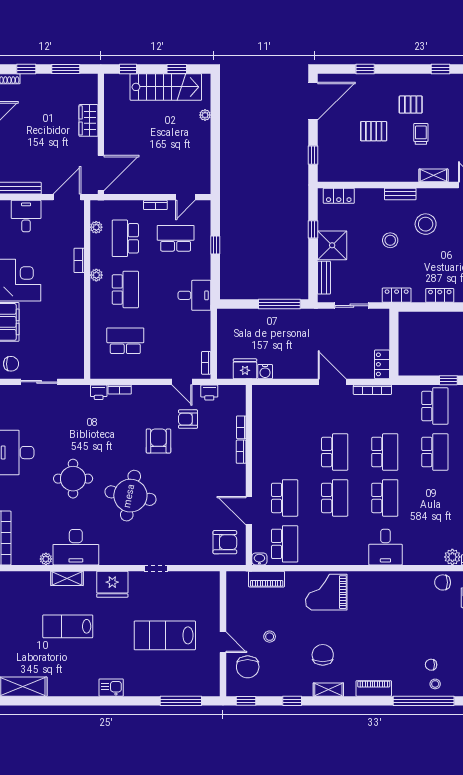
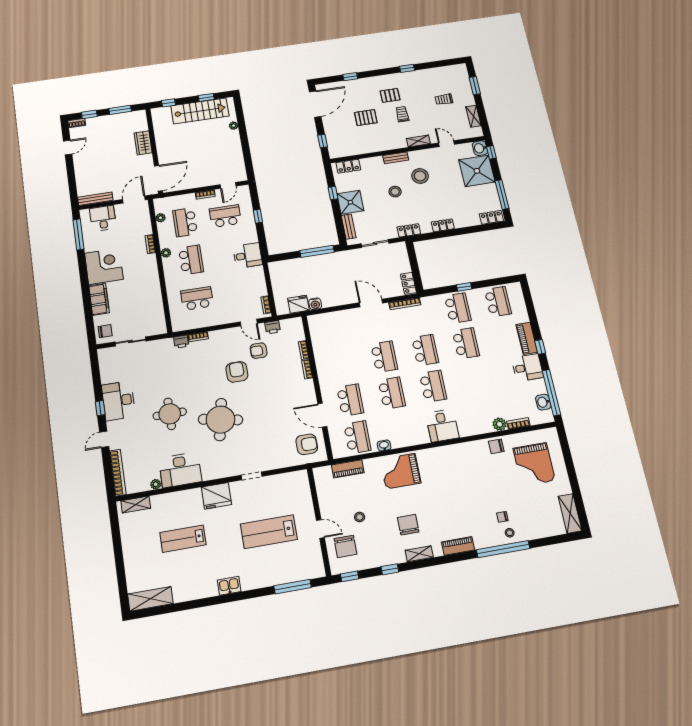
washbasin: (259, 559) -> (384, 445), moved
shelving: (67, 578) -> (136, 505), moved

